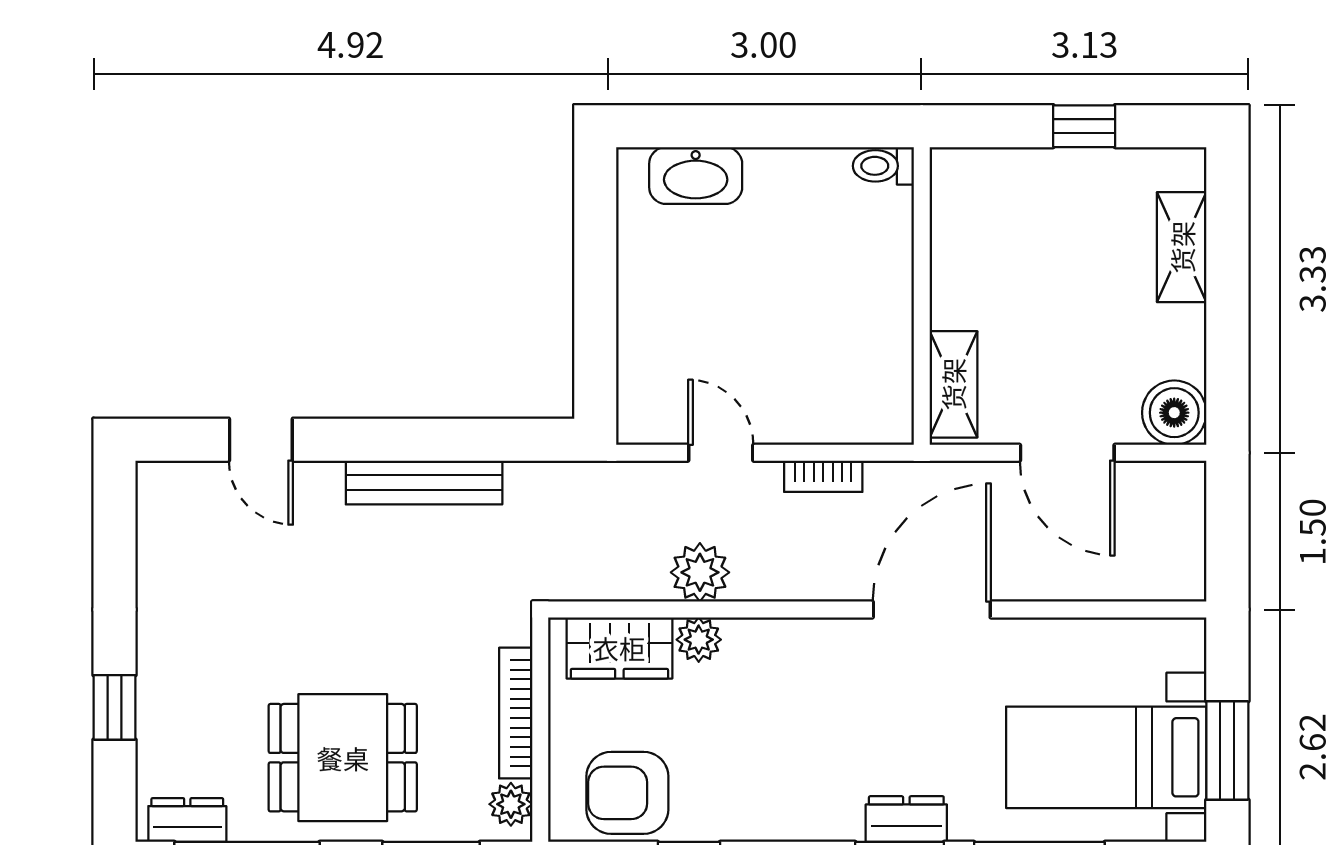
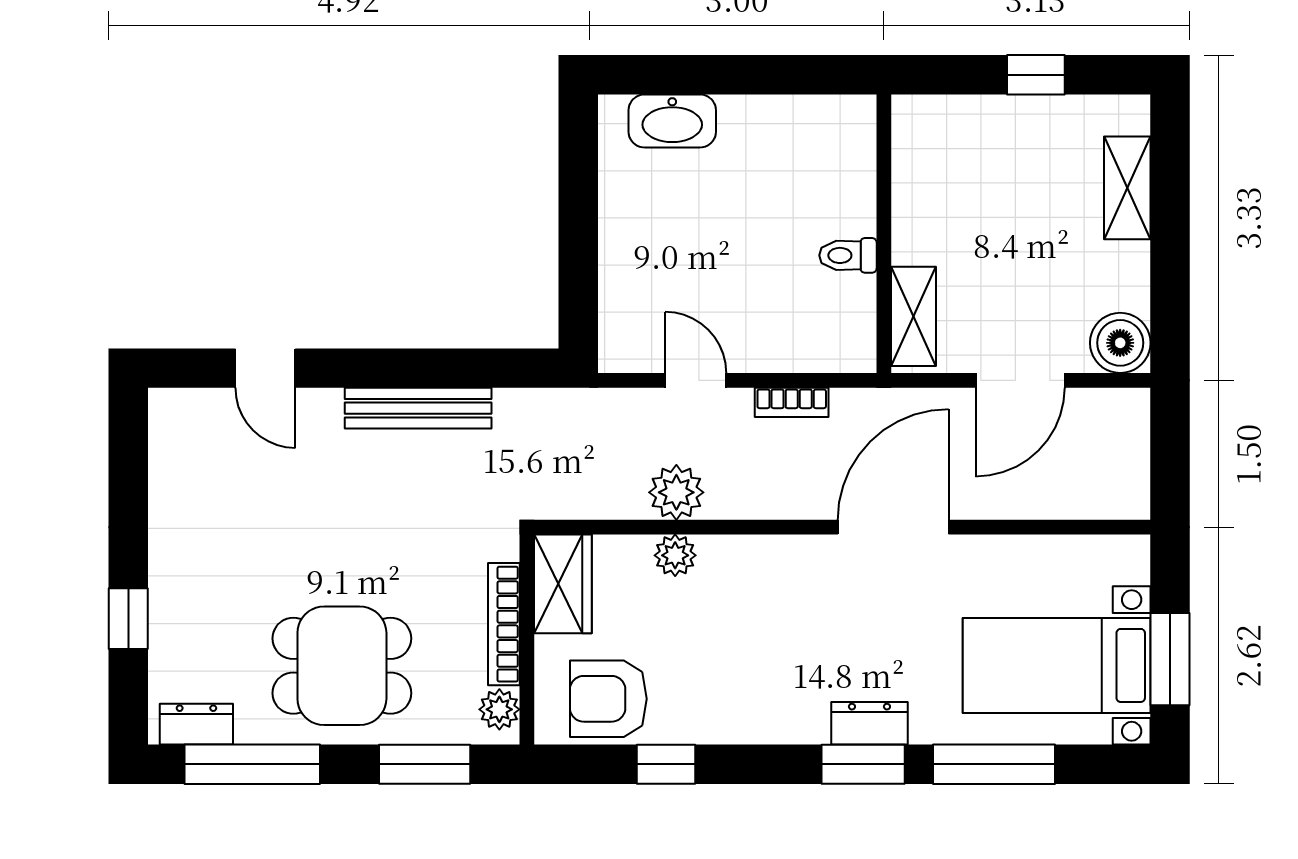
toilet: (883, 166) -> (848, 255), moved
door: (1067, 453) -> (1020, 380), hinge flipped
wardrobe: (619, 648) -> (563, 584), moved, turned -90

